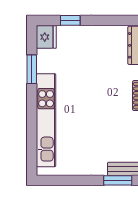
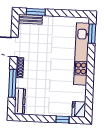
window: (32, 69) -> (92, 34), moved

